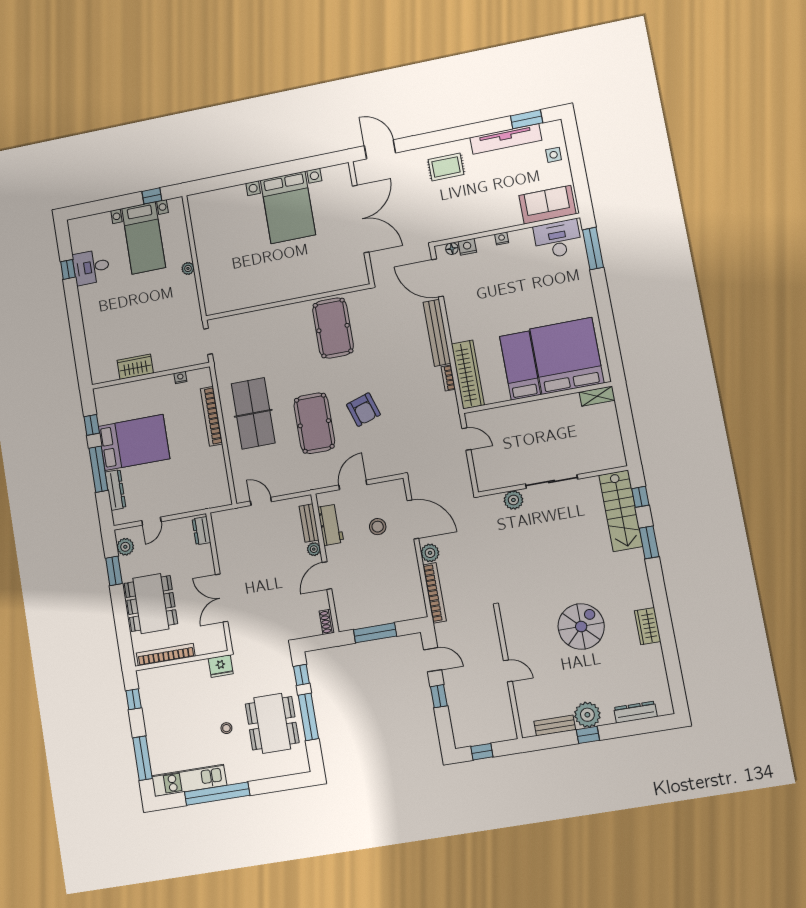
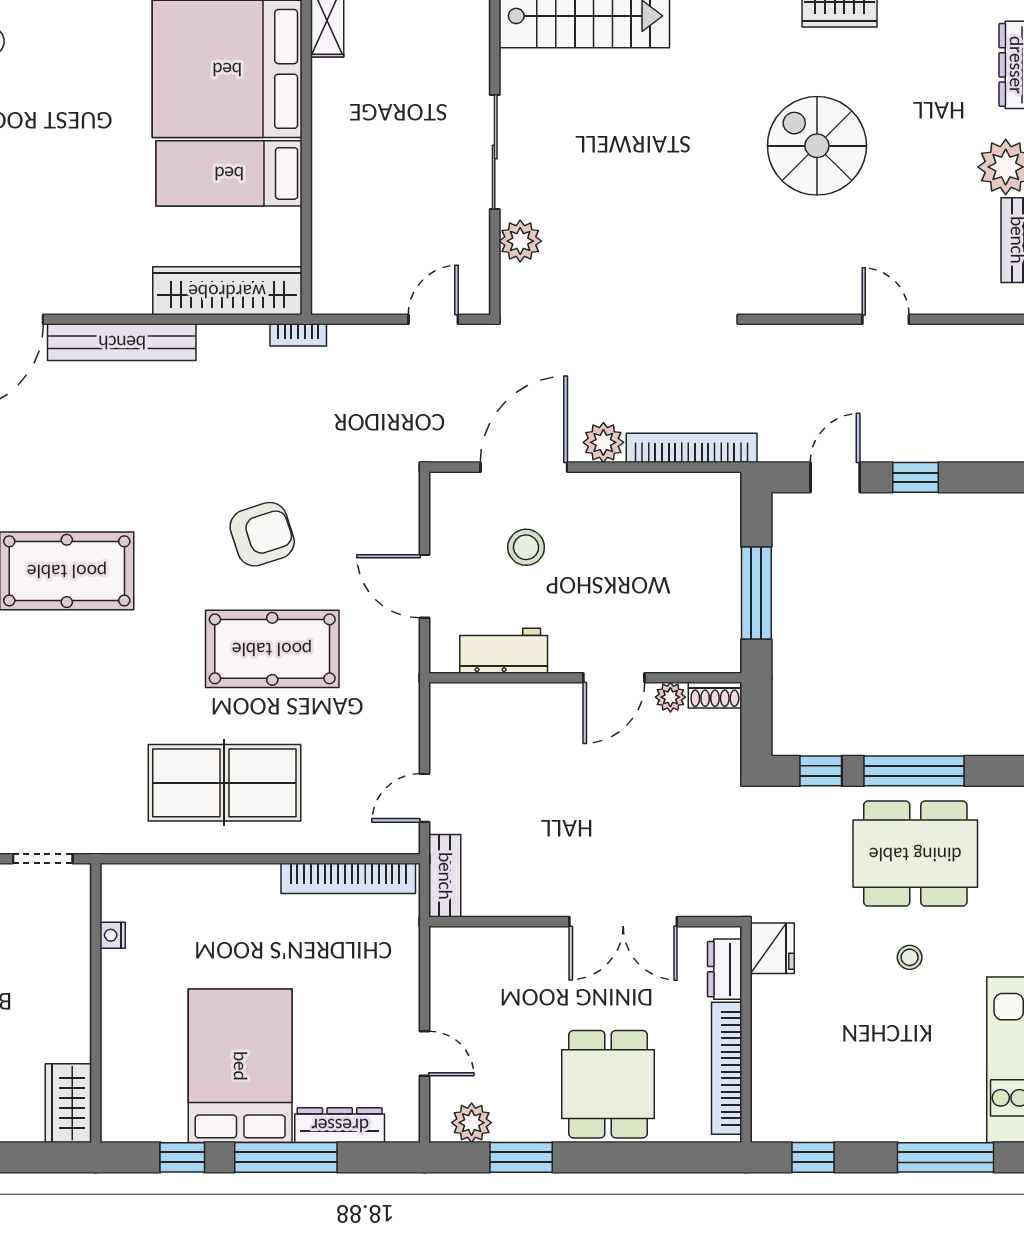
wardrobe: (135, 367) -> (68, 1103), moved
bookcase: (448, 378) -> (298, 335), moved
bookcase: (211, 416) -> (348, 878), moved
door: (466, 439) -> (433, 319), moved
bench: (309, 523) -> (445, 876), moved, turned 90
dresser: (201, 531) -> (725, 969), moved, turned 90
plant: (314, 549) -> (670, 697), moved
door: (327, 576) -> (614, 678), hinge flipped
dining table: (151, 604) -> (608, 1084), width x0.73
door: (508, 671) -> (886, 319), hinge flipped

